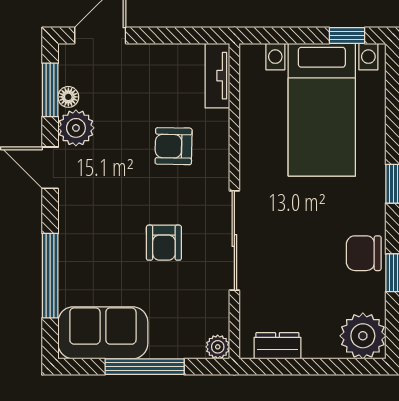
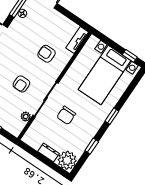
plant: (76, 128) -> (18, 26), removed
chair: (364, 253) -> (66, 115), moved, turned -90
dresser: (277, 346) -> (48, 153), moved
plant: (218, 347) -> (26, 117), moved

